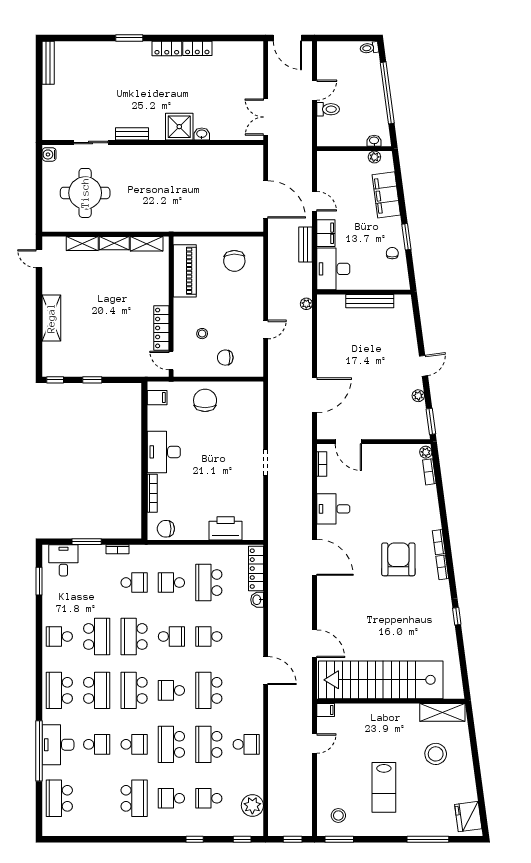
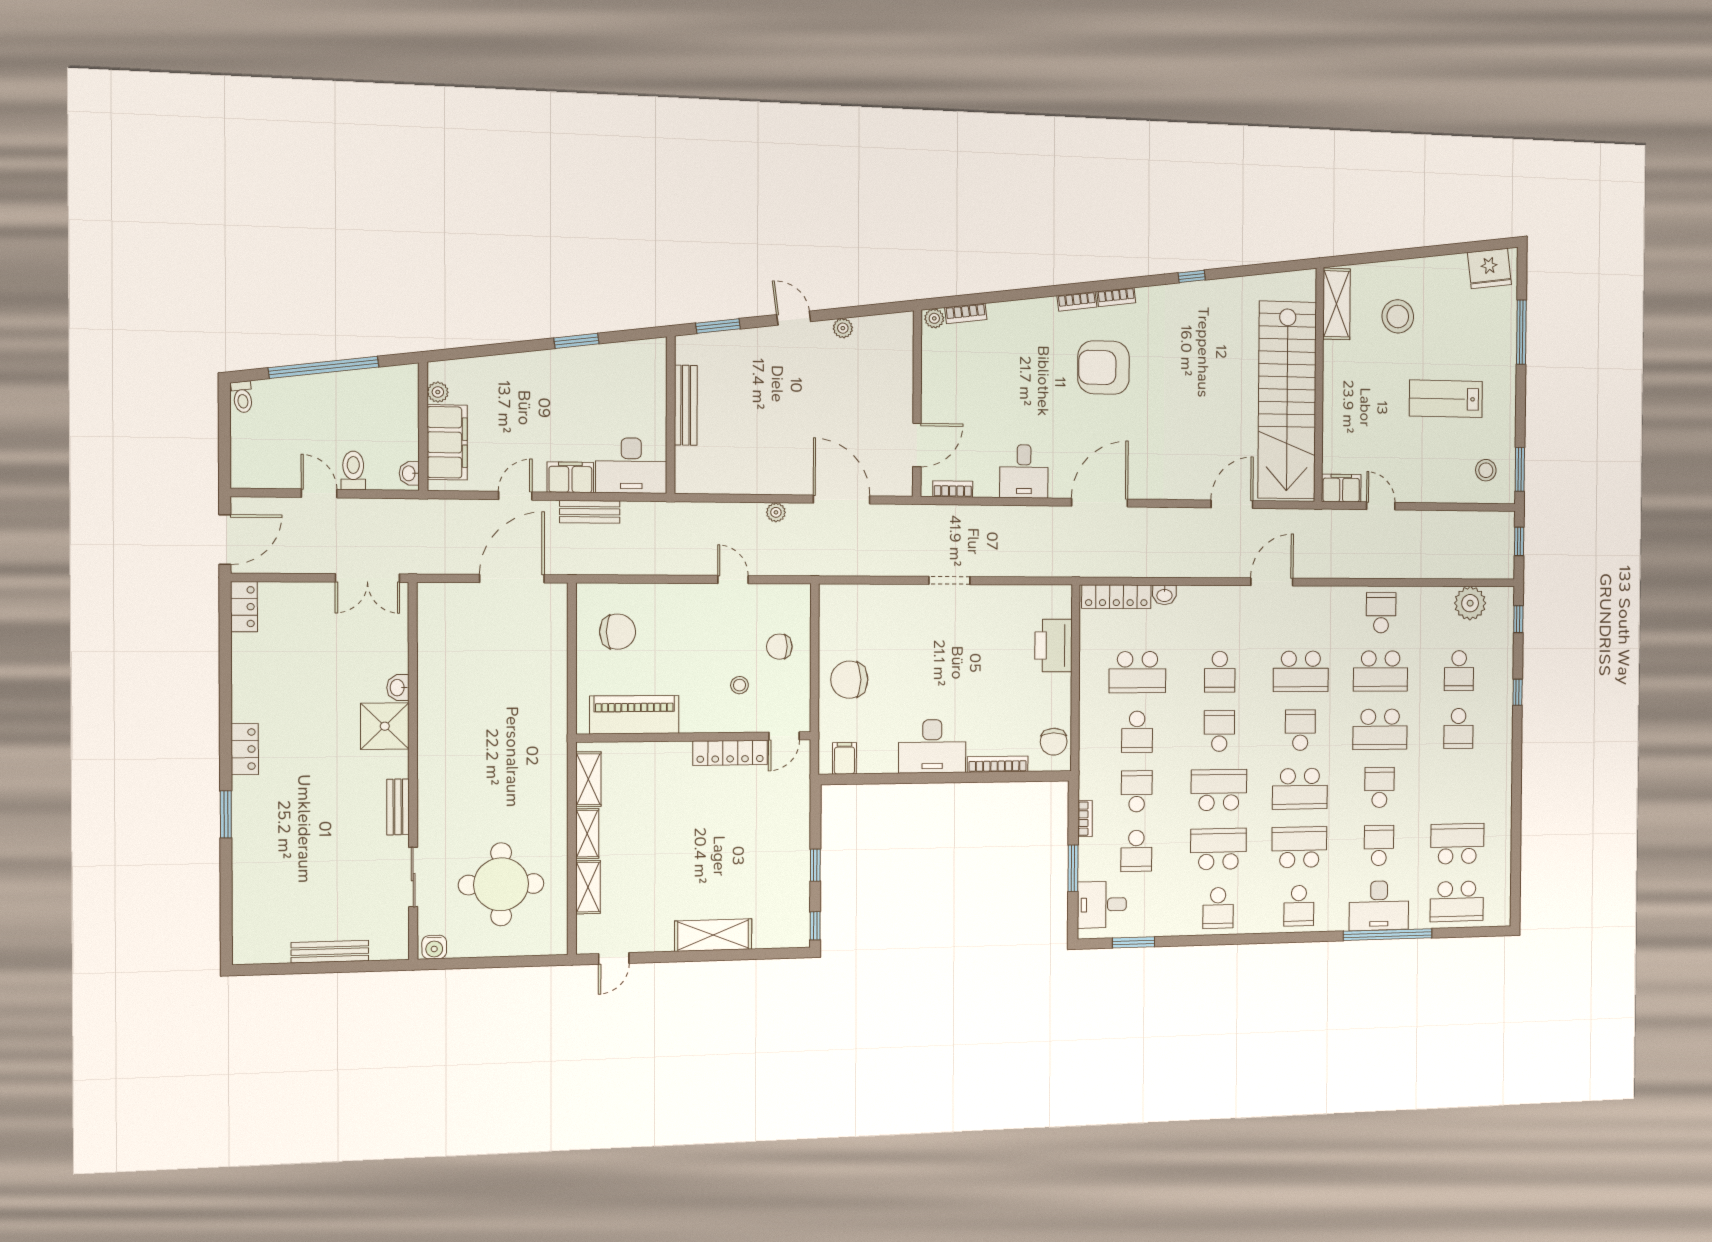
locker: (197, 48) -> (244, 607), moved
bench: (48, 63) -> (330, 952), moved
washbasin: (374, 141) -> (409, 473), moved
filing cabinet: (386, 195) -> (447, 442), moved, turned -82
chair: (392, 253) -> (604, 365), removed
plant: (306, 304) -> (776, 512), moved
chair: (225, 358) -> (779, 647), turned 90
window: (431, 421) -> (718, 326), moved
school desk: (97, 583) -> (1136, 851), added
school desk: (134, 636) -> (1219, 790), turned 180
school desk: (59, 690) -> (1299, 906), width x0.54
school desk: (171, 690) -> (1300, 730), turned 180
filing cabinet: (326, 710) -> (1341, 488), width x2.00
lab bench: (384, 787) -> (1446, 399), turned 180
school desk: (134, 798) -> (1457, 844), moved

